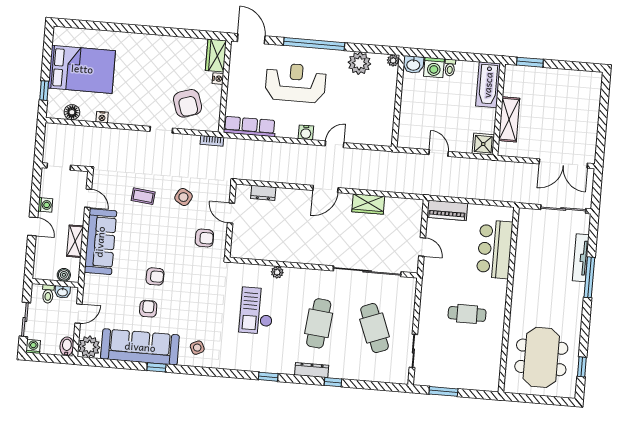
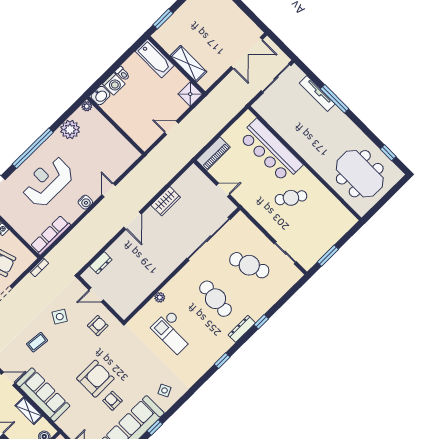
bar counter: (495, 249) -> (271, 151), width x1.36
armchair: (155, 276) -> (95, 379), width x1.88, depth x1.88
cafe table: (467, 314) -> (291, 198), turned 35

